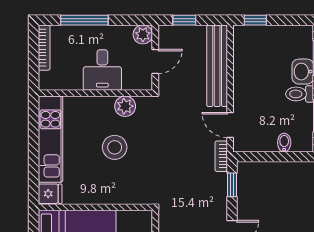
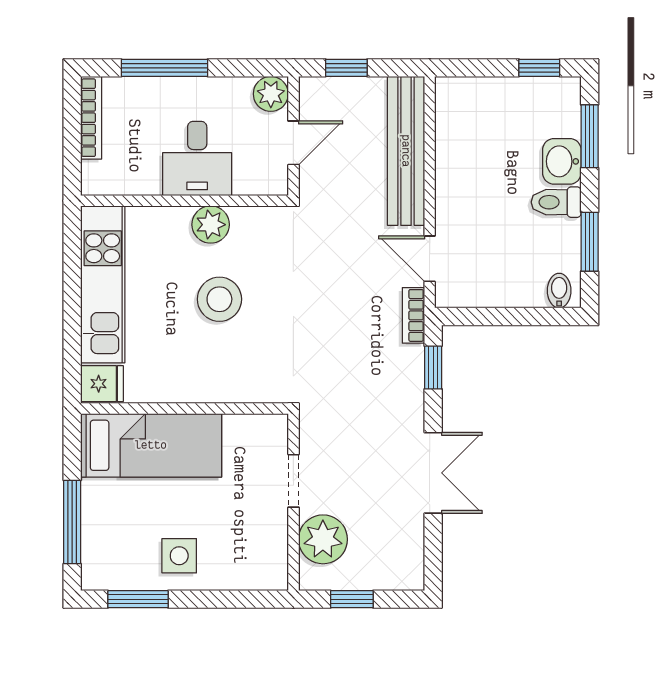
window: (255, 20) -> (539, 68), moved
plant: (125, 106) -> (211, 225), moved
bidet: (284, 143) -> (559, 291), moved

